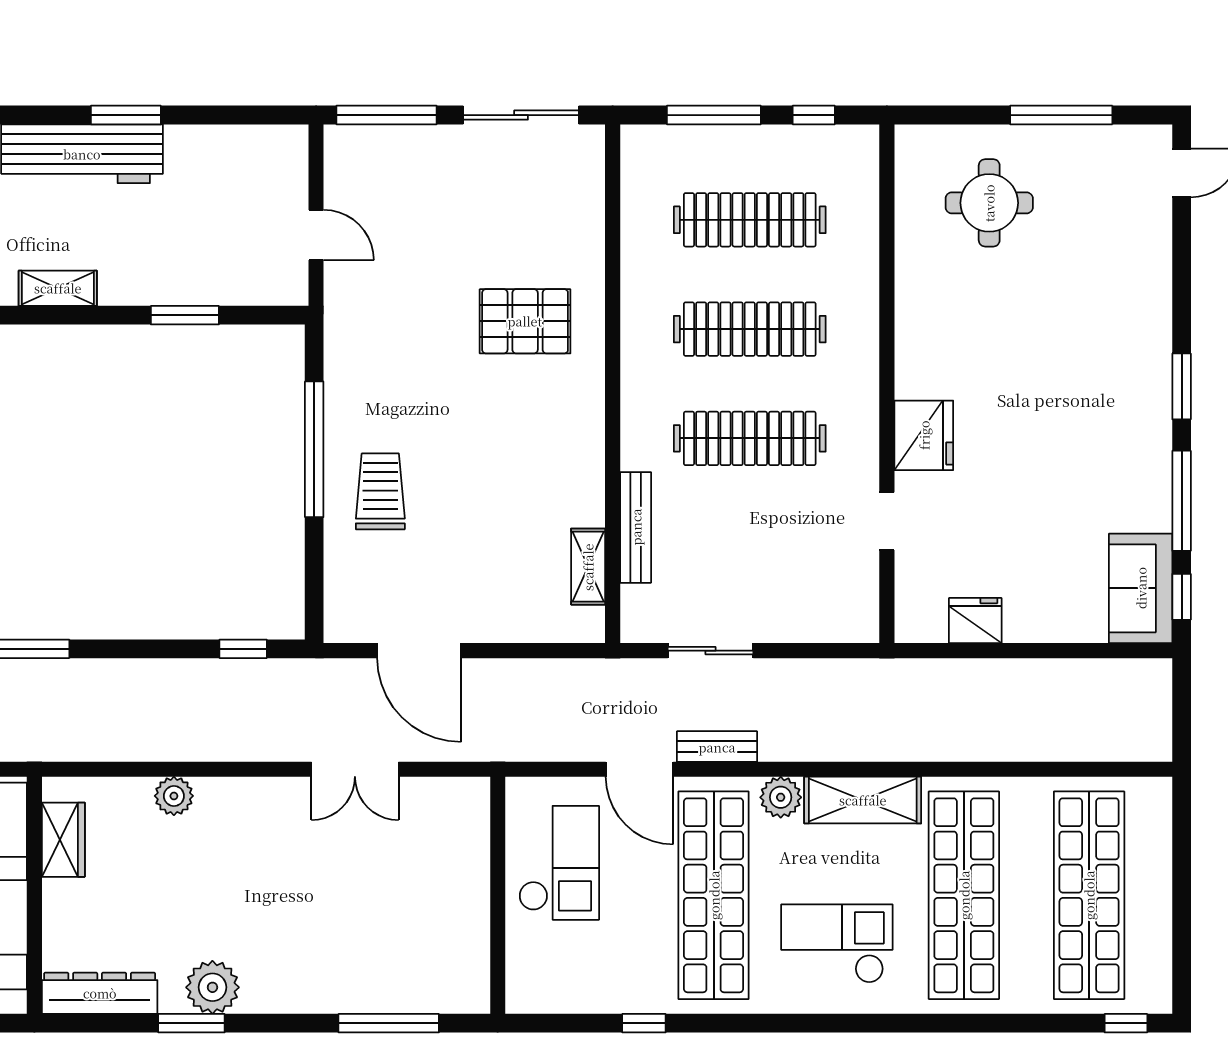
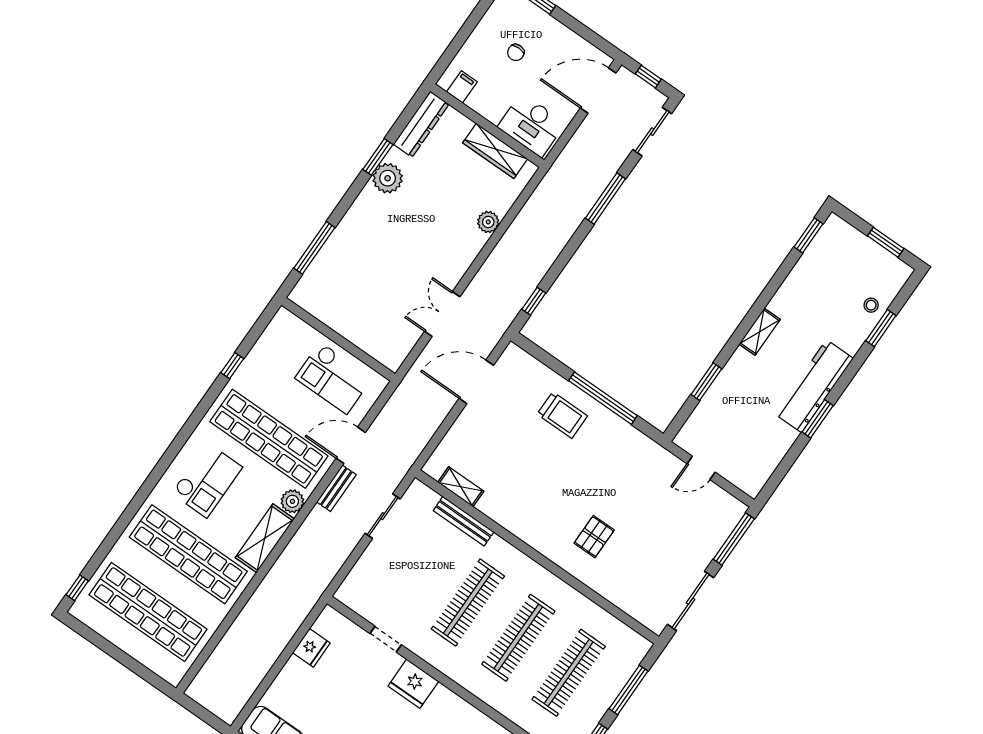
pallet: (525, 321) -> (594, 537), width x0.67, depth x0.71
wardrobe: (63, 840) -> (495, 151), width x1.50

